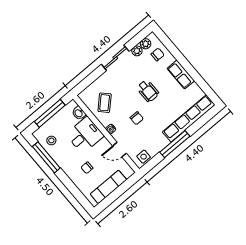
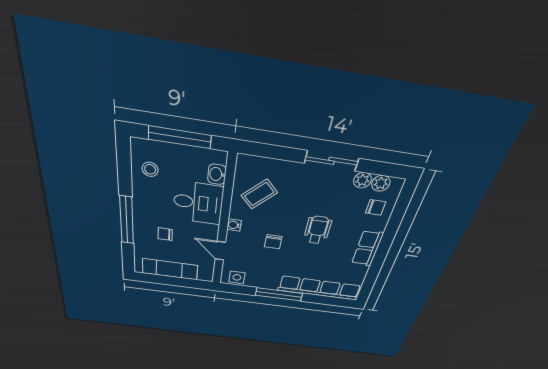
wheelchair: (148, 91) -> (318, 230), turned 180
window: (46, 157) -> (127, 220), moved

